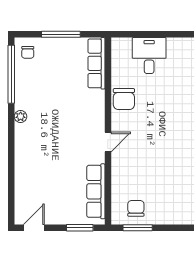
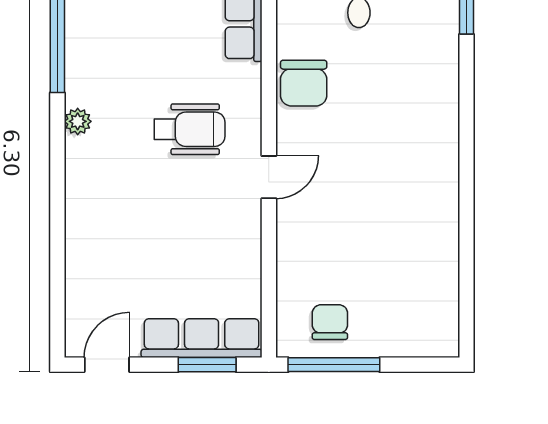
wheelchair: (72, 120) -> (190, 129), added
row of seats: (96, 191) -> (202, 338), moved, turned 90
window: (138, 228) -> (334, 365), width x1.44

